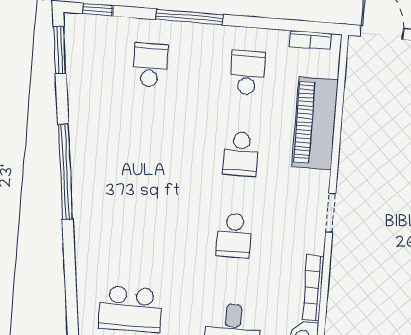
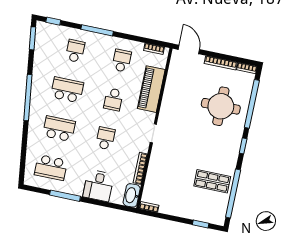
school desk: (143, 146) -> (67, 90), added
school desk: (137, 228) -> (59, 129), added
school desk: (234, 235) -> (105, 138), turned 180

